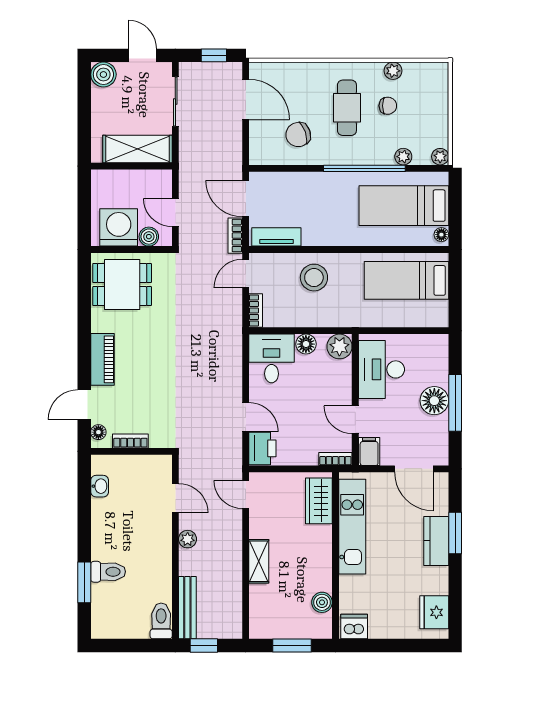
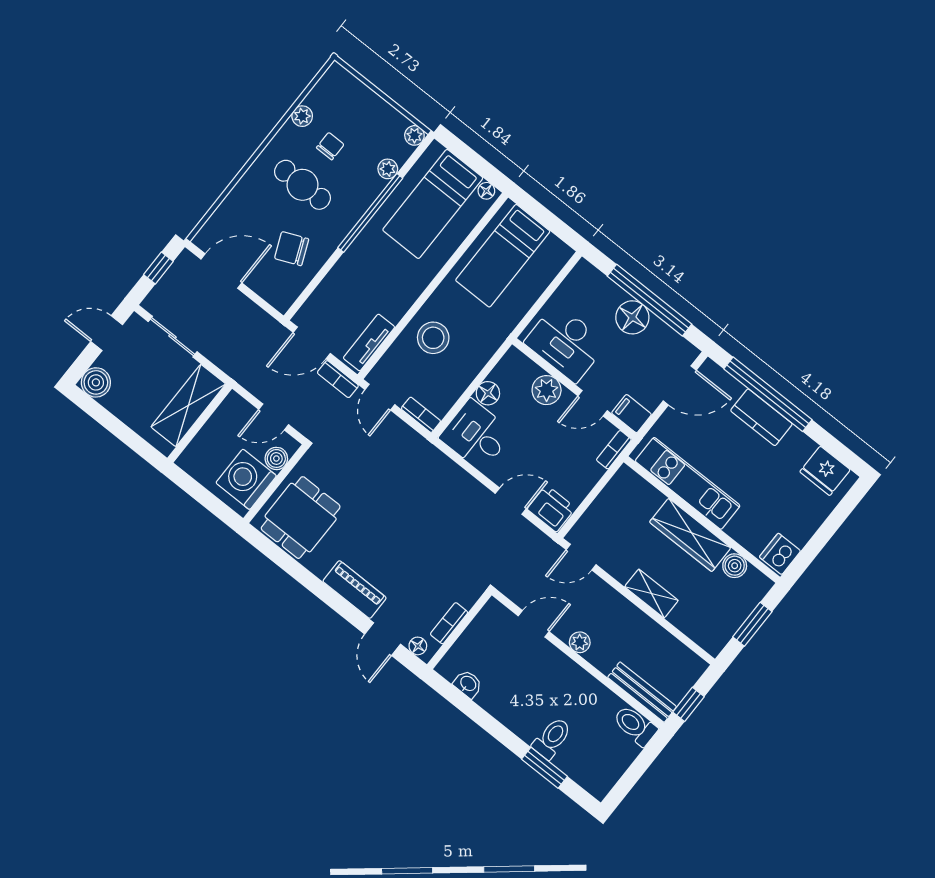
chair: (298, 135) -> (292, 249), turned 86
plant: (339, 346) -> (547, 390), moved
window: (455, 403) -> (649, 300), width x1.46
wardrobe: (319, 501) -> (690, 535), moved, width x1.50
window: (455, 533) -> (768, 394), width x2.11

